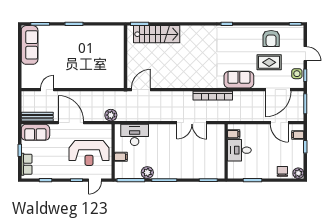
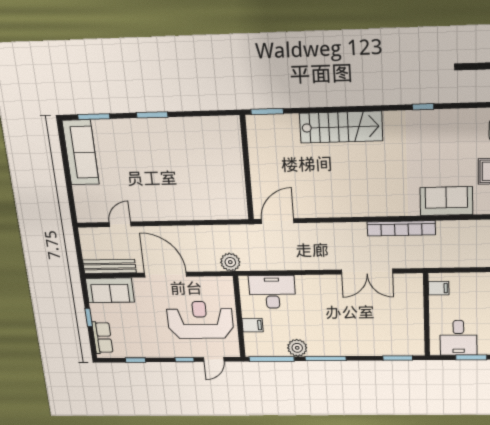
stairs: (157, 34) -> (341, 127), moved
desk: (239, 150) -> (458, 338), moved, turned -90
reception desk: (89, 153) -> (200, 320), turned 180

